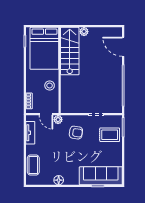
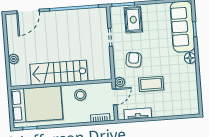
stairs: (70, 51) -> (59, 73), moved
coffee table: (33, 165) -> (151, 84), moved
floor lamp: (59, 180) -> (190, 58), moved

